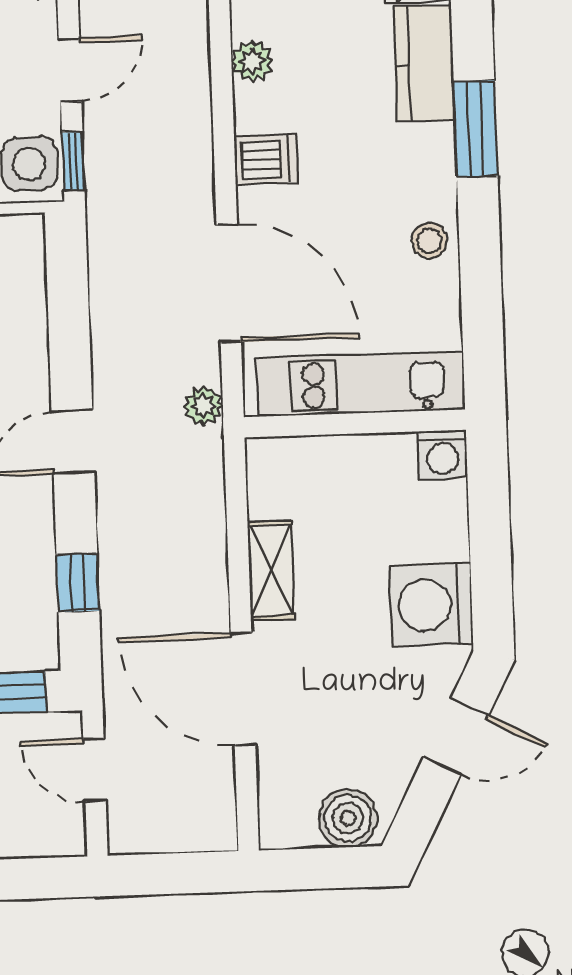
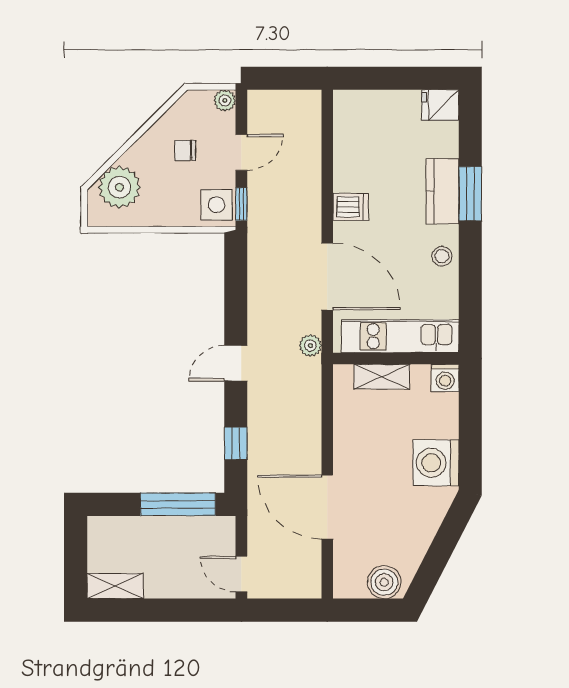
plant: (252, 61) -> (345, 151), removed
kitchen counter: (424, 63) -> (442, 191), moved
shelving: (271, 570) -> (382, 377), moved, turned 90
door: (456, 736) -> (447, 538), removed
door: (95, 770) -> (241, 574), moved

